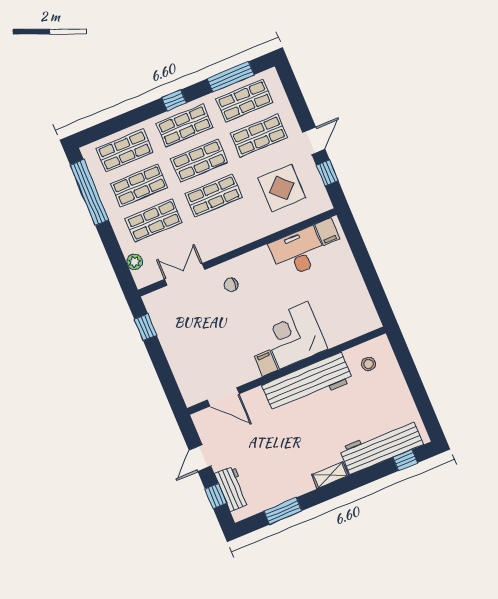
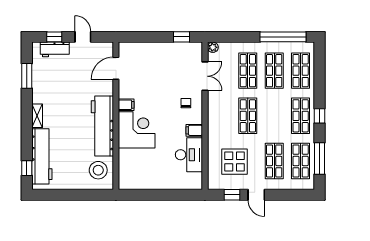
shop shelf: (199, 161) -> (274, 116), removed
filing cabinet: (327, 232) -> (194, 130), moved
plant: (135, 262) -> (213, 47), moved
stool: (368, 364) -> (98, 170), width x1.89, depth x1.89

